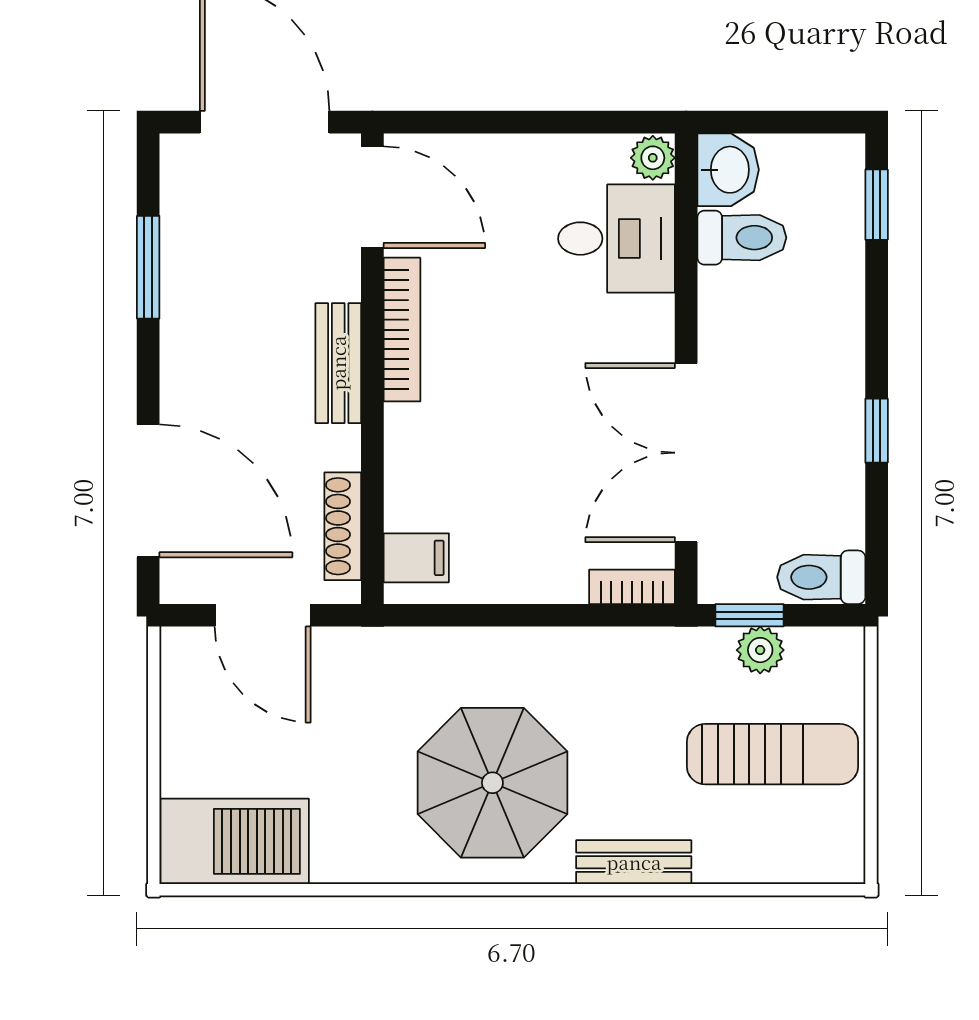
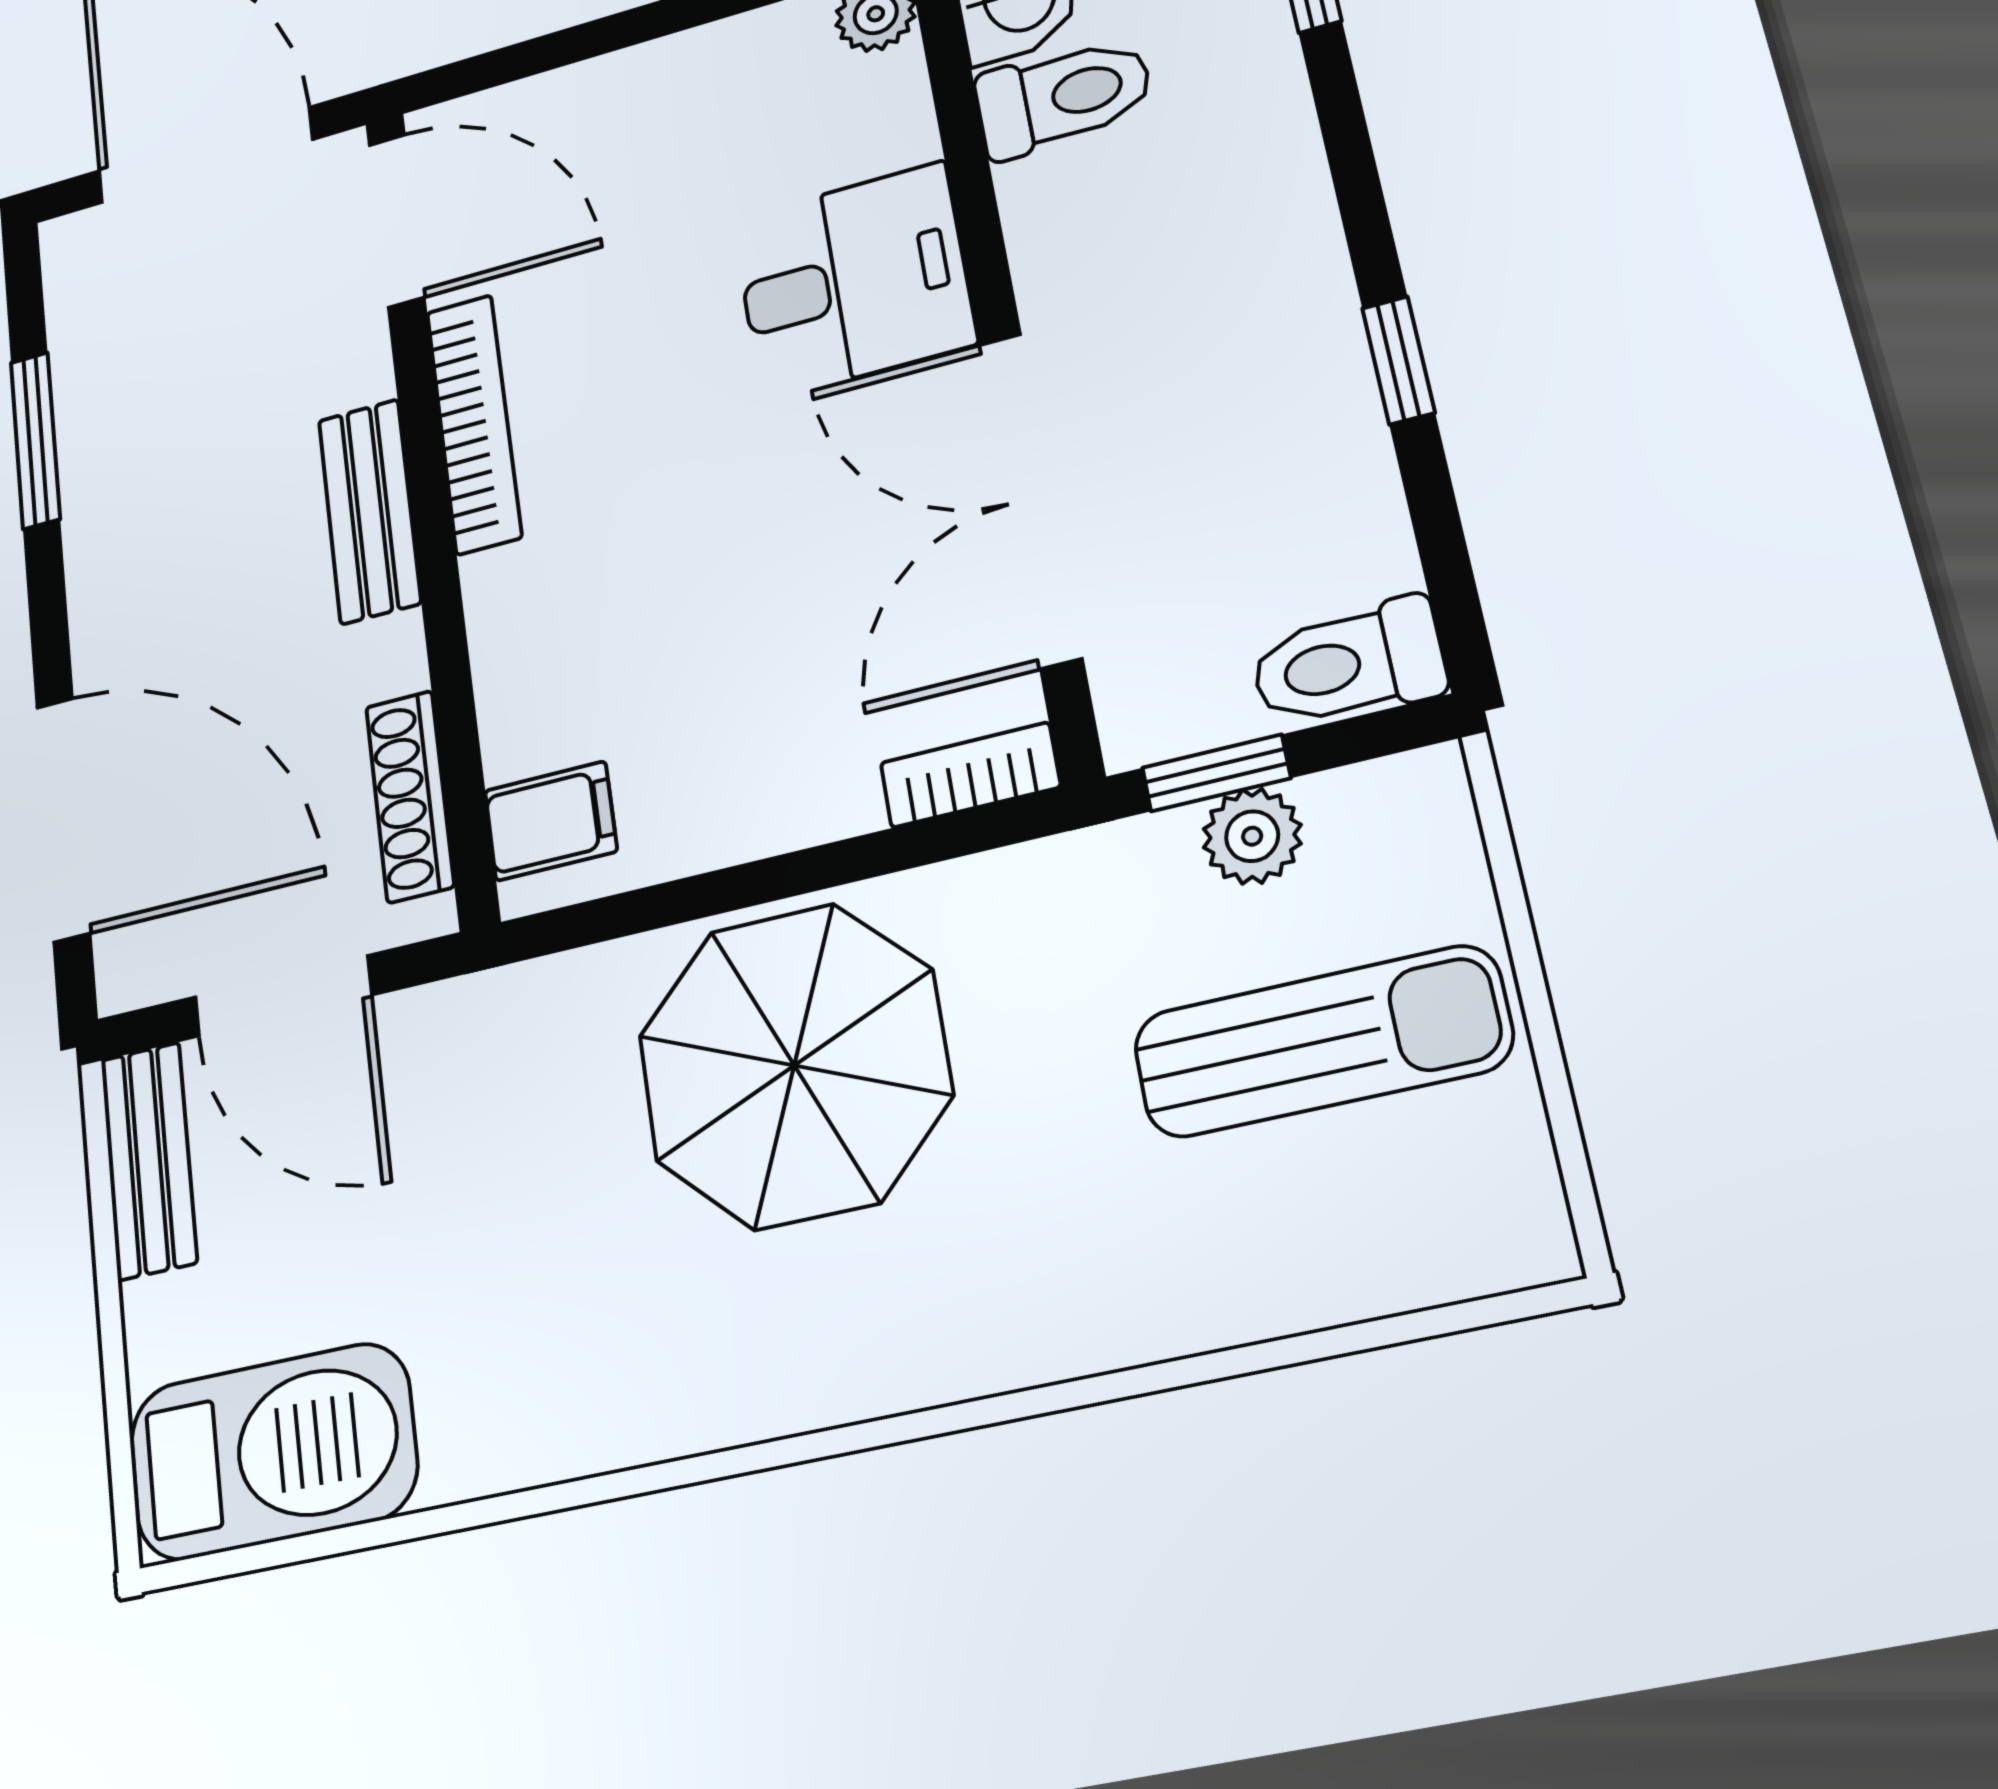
desk: (617, 239) -> (854, 281), moved
parasol: (492, 783) -> (794, 1065), moved
bench: (634, 862) -> (149, 1161), moved, turned 90

